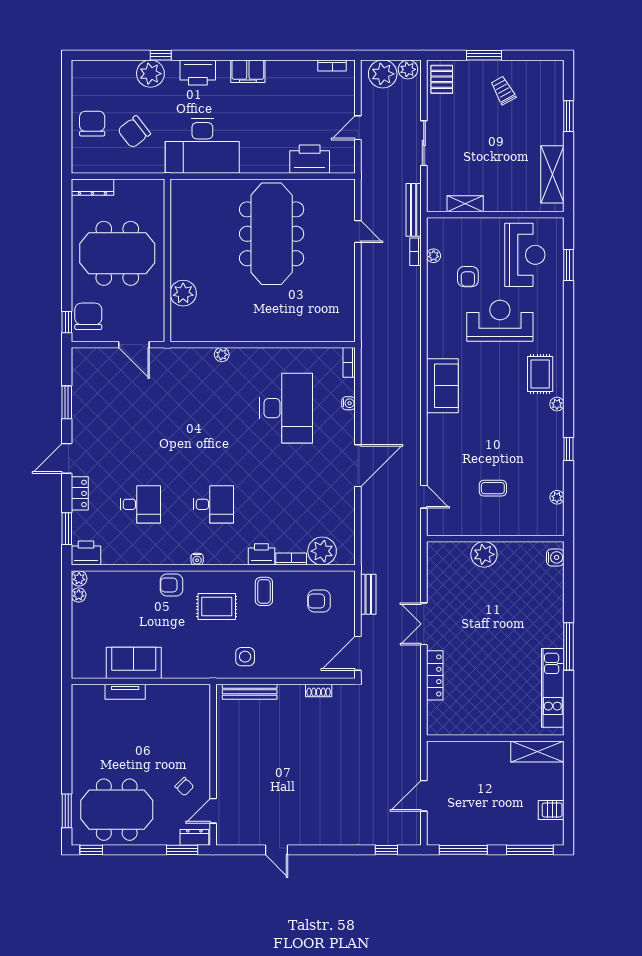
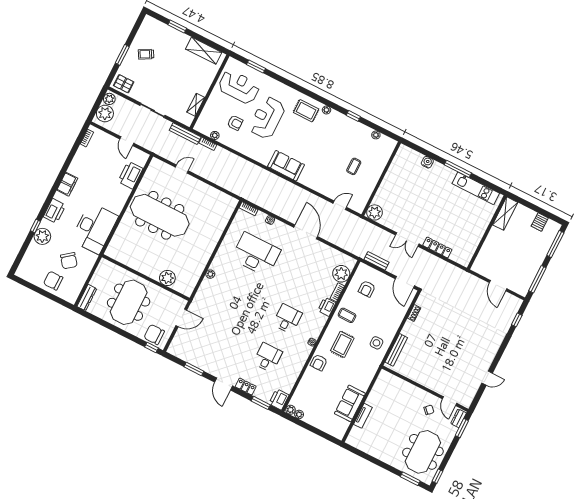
plant: (484, 554) -> (375, 212), moved
water cooler: (555, 557) -> (427, 162), moved

